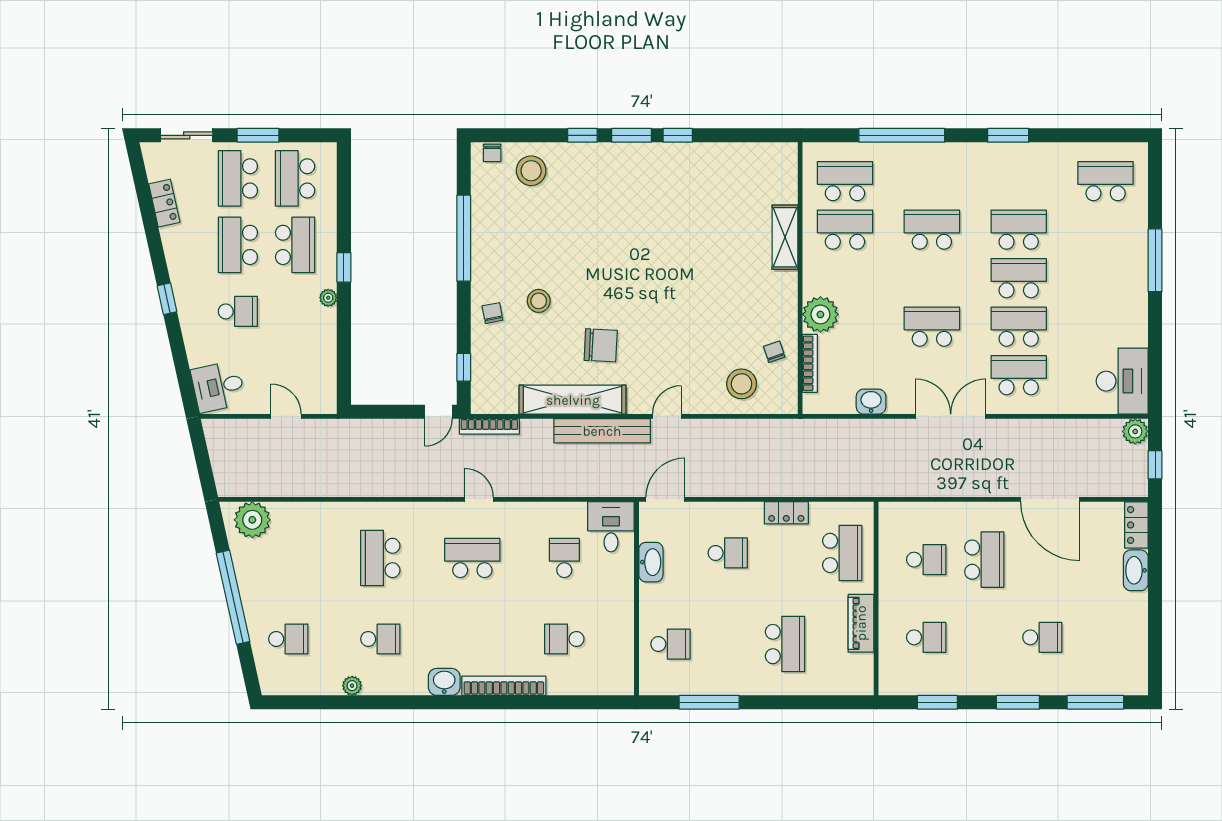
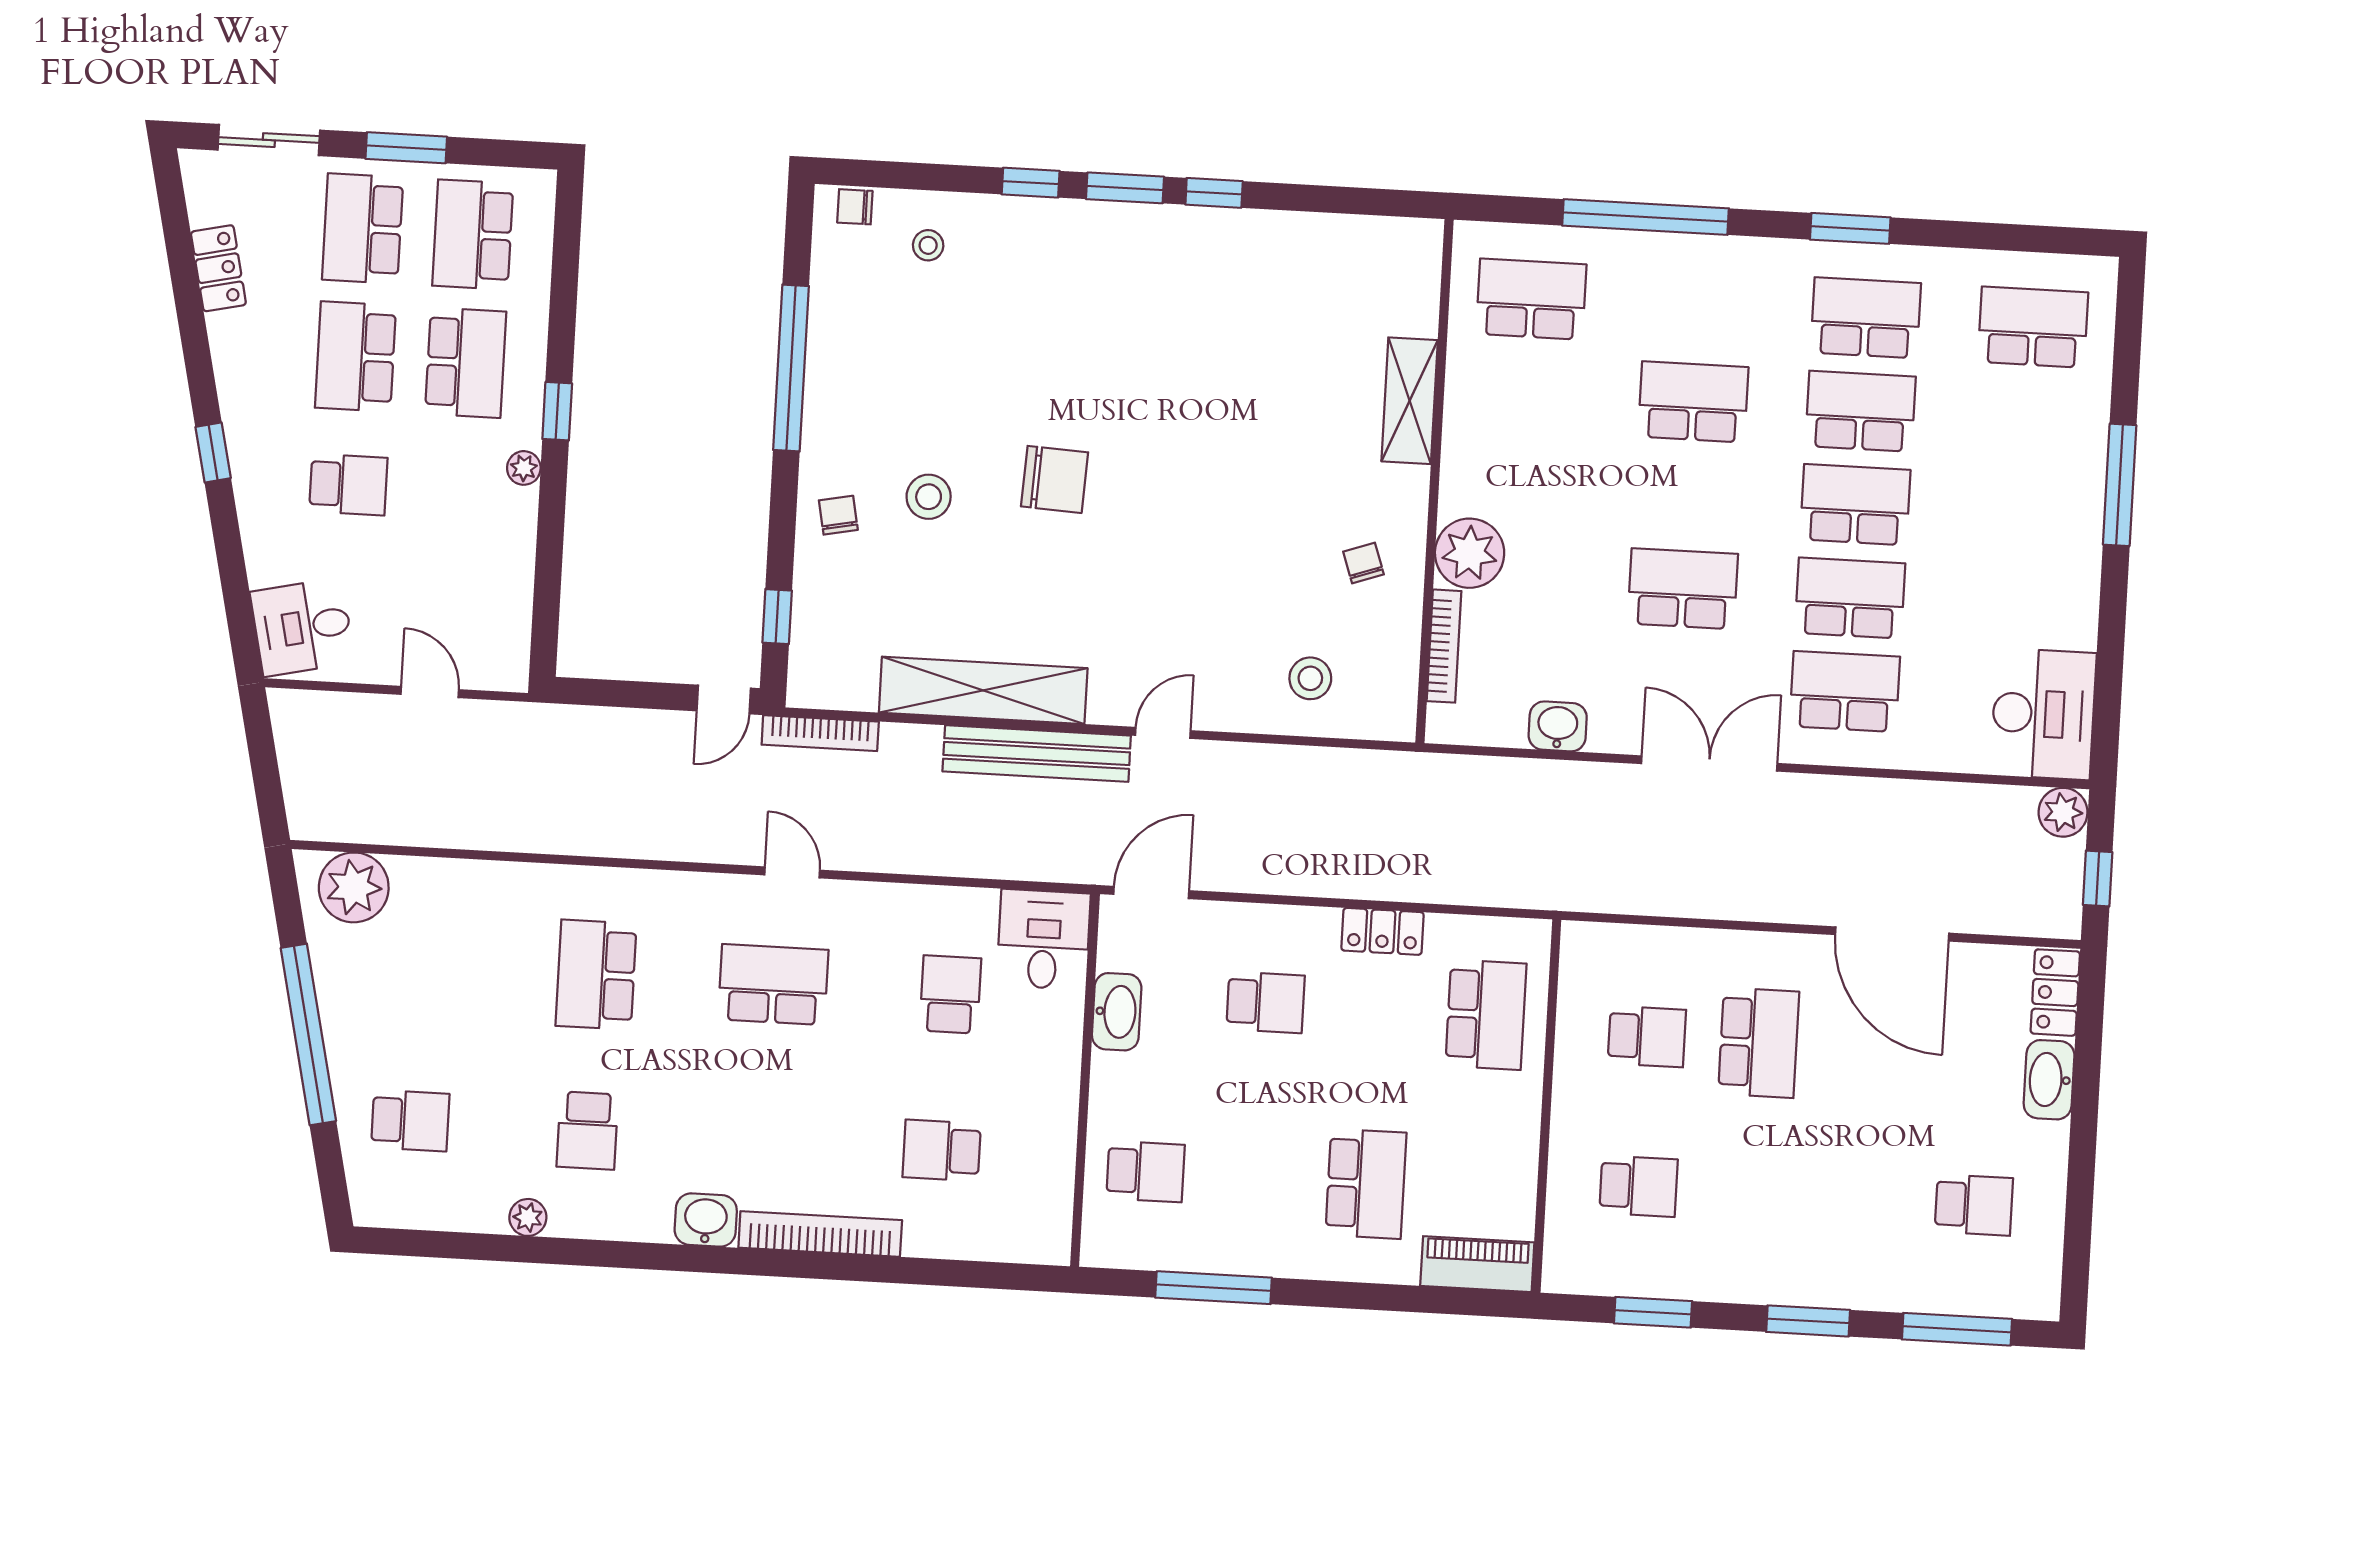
chair: (492, 153) -> (855, 207), turned 90
stool: (531, 171) -> (928, 245), width x0.53, depth x0.53
school desk: (845, 230) -> (1866, 318), moved
chair: (601, 345) -> (1055, 479), moved
chair: (774, 352) -> (1363, 563), moved
stool: (742, 384) -> (1310, 678), width x0.73, depth x0.73
piano: (861, 623) -> (1477, 1264), moved, turned 90
school desk: (1042, 637) -> (1974, 1205), moved
school desk: (380, 639) -> (587, 1131), turned 90

